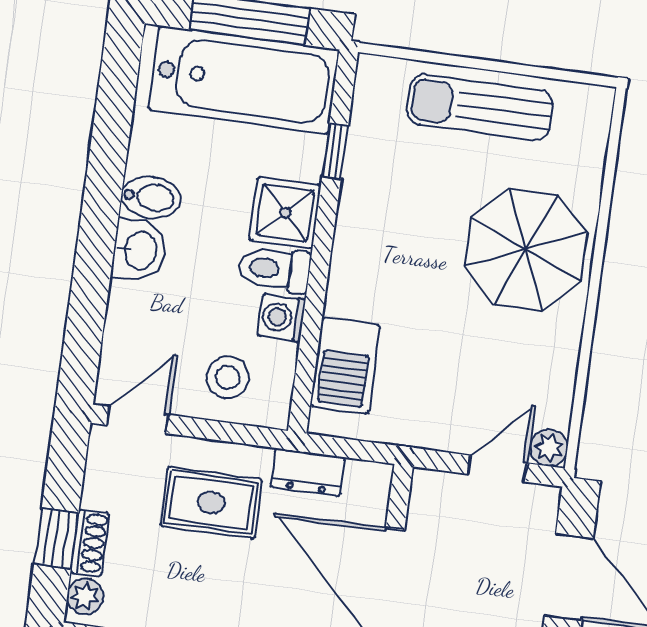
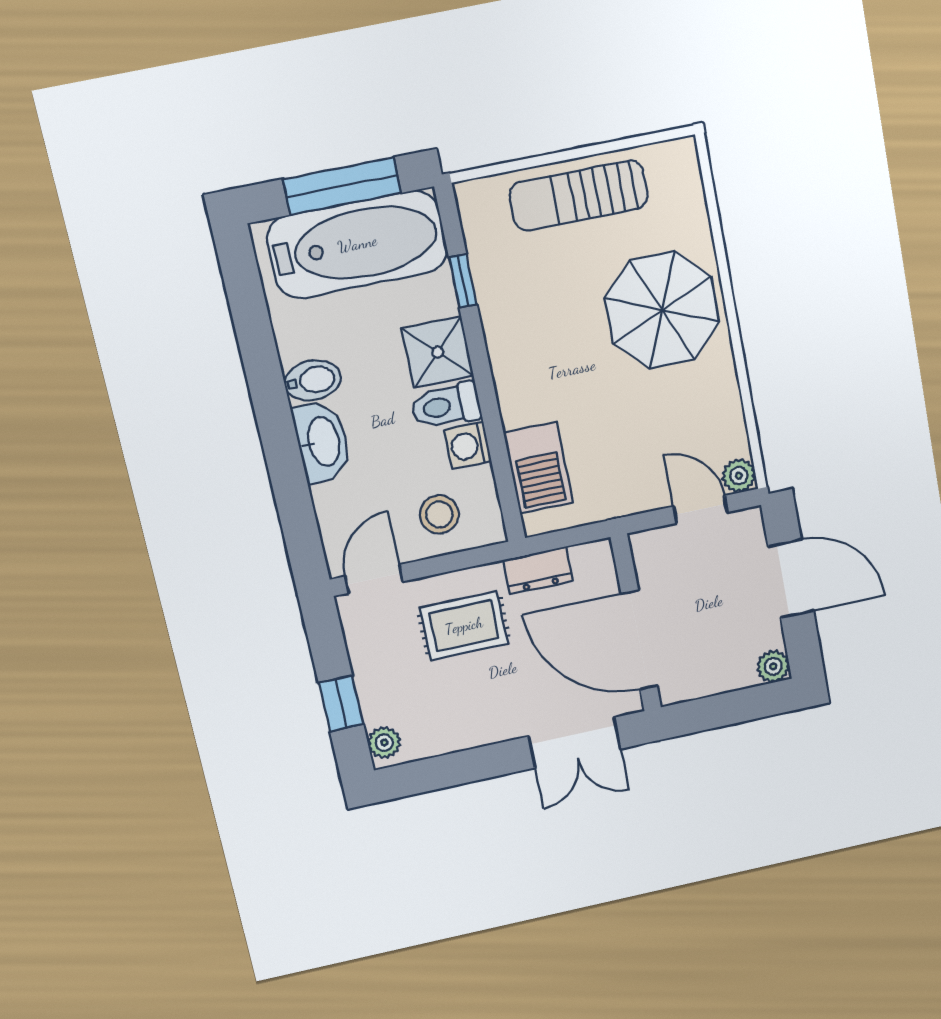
washbasin: (139, 250) -> (322, 442), width x1.38
door: (498, 469) -> (700, 509), hinge flipped
shoe rack: (90, 543) -> (372, 697), removed

